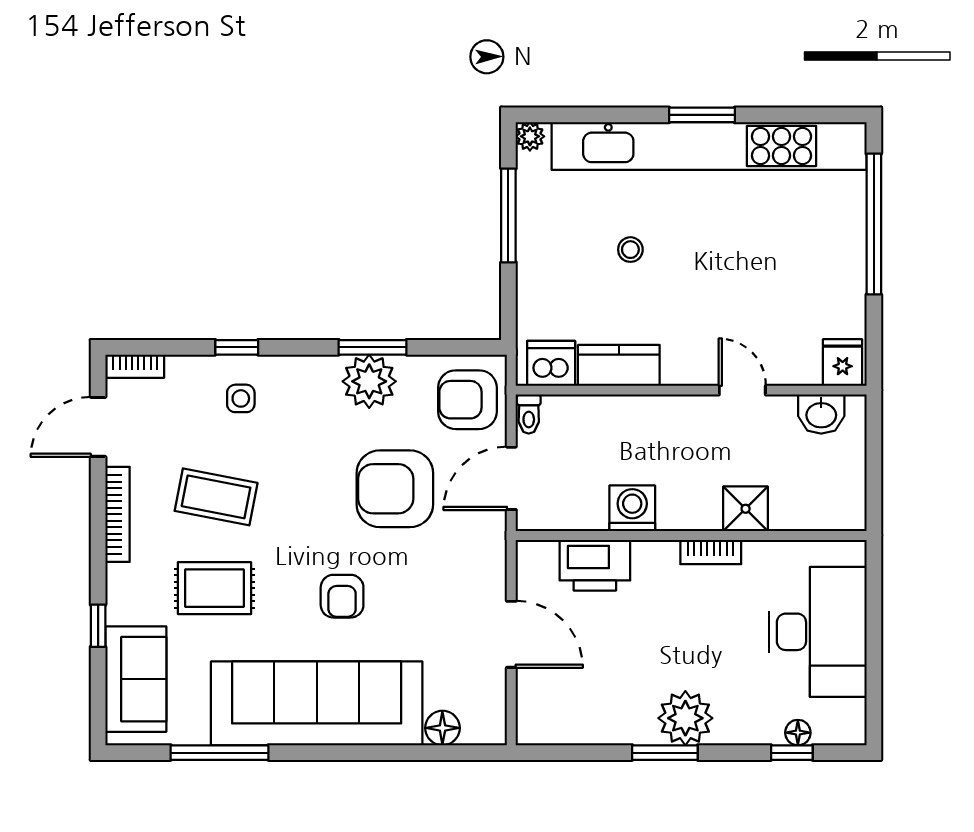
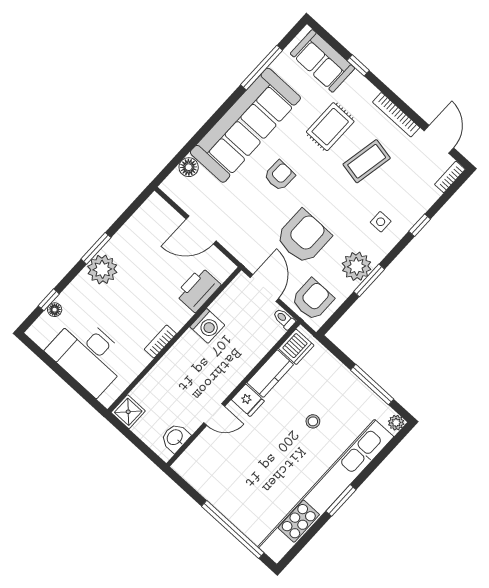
fridge: (843, 362) -> (248, 400), moved
side table: (241, 398) -> (381, 222), moved
shower: (746, 509) -> (128, 412), moved
armchair: (342, 596) -> (279, 175), turned 92

